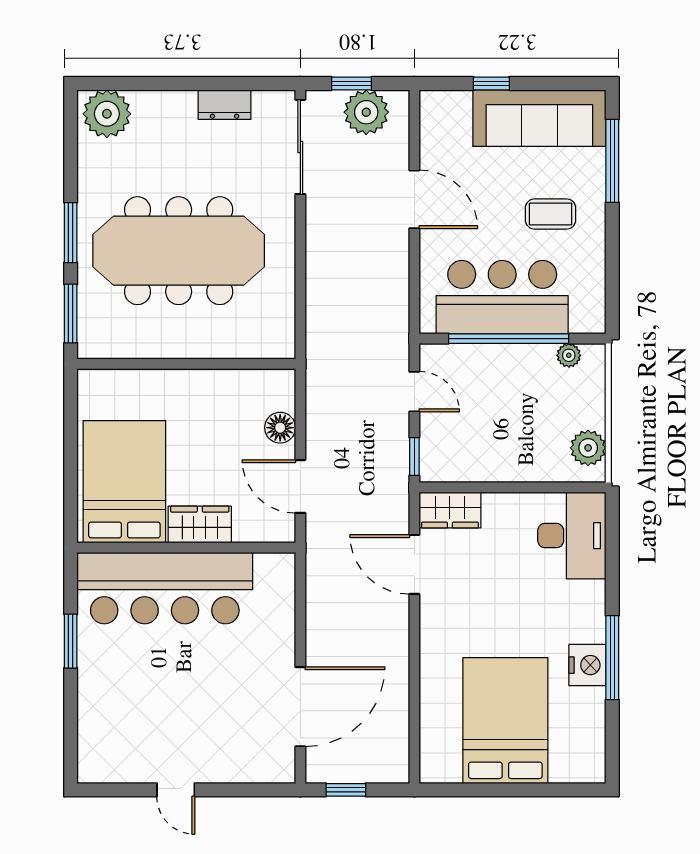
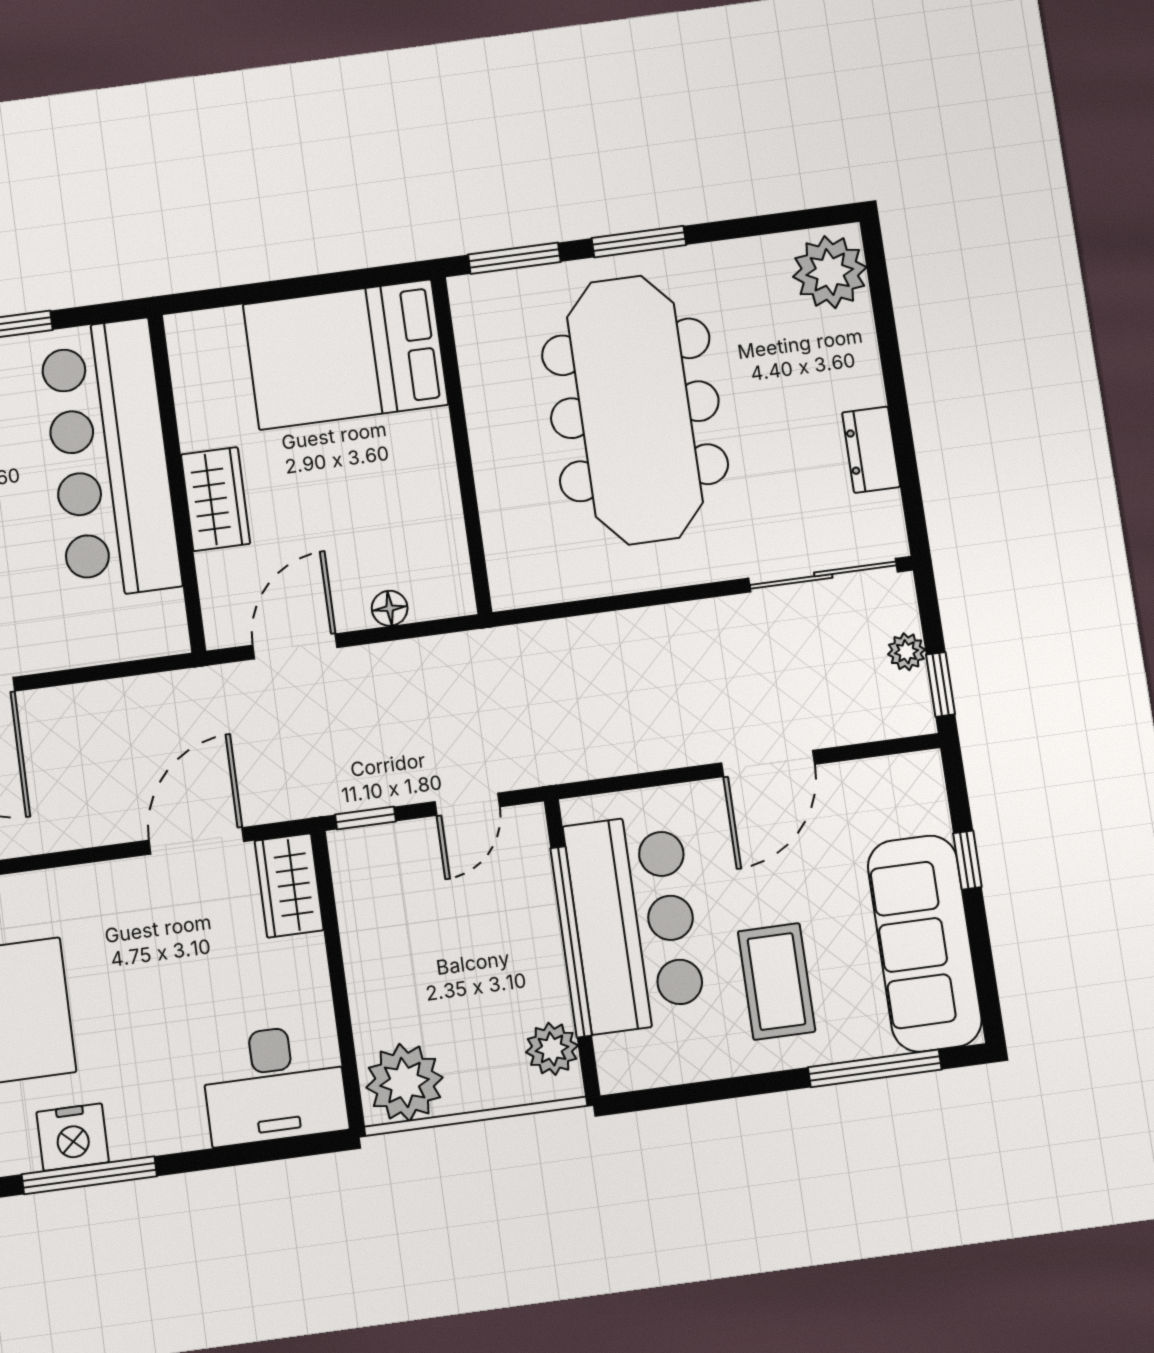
window: (351, 84) -> (940, 684), moved
plant: (366, 112) -> (906, 652), width x0.53, depth x0.53
coffee table: (551, 214) -> (777, 981), width x1.36, depth x1.30
plant: (569, 355) -> (552, 1049), width x1.38, depth x1.38
floor lamp: (280, 428) -> (390, 608), width x0.73, depth x0.73
plant: (588, 448) -> (405, 1082), width x1.36, depth x1.36
bed: (124, 482) -> (345, 355), moved, turned 180

